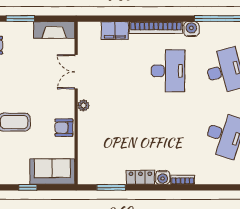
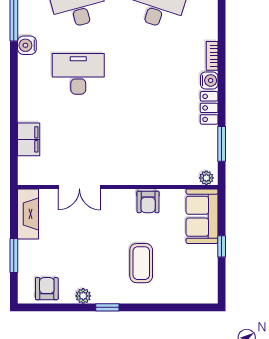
bookcase: (156, 28) -> (25, 89), removed
plant: (83, 105) -> (206, 178), moved

